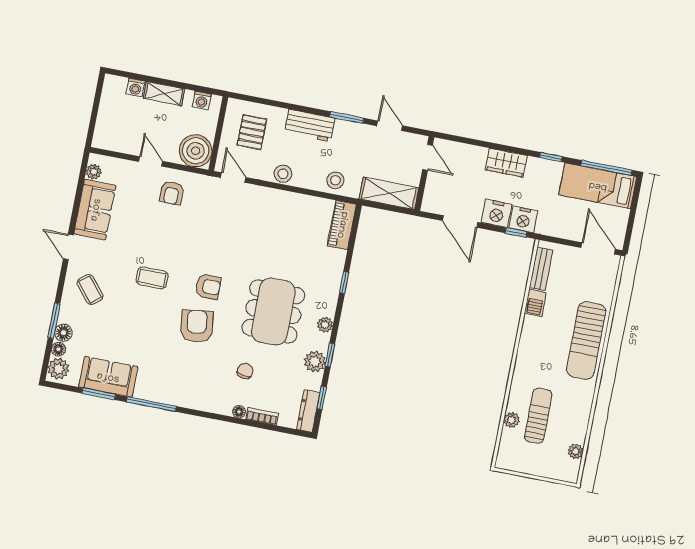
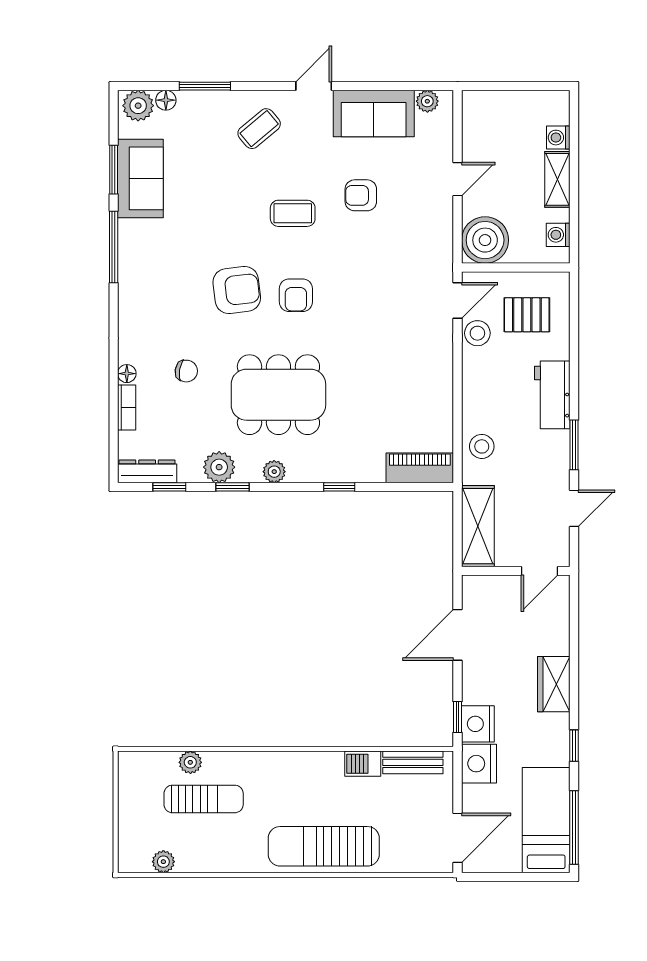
stool: (283, 174) -> (477, 333), moved
armchair: (172, 193) -> (361, 195), moved
nightstand: (496, 213) -> (479, 764), moved
coffee table: (152, 278) -> (293, 213), turned 90
floor lamp: (63, 333) -> (191, 103), removed

